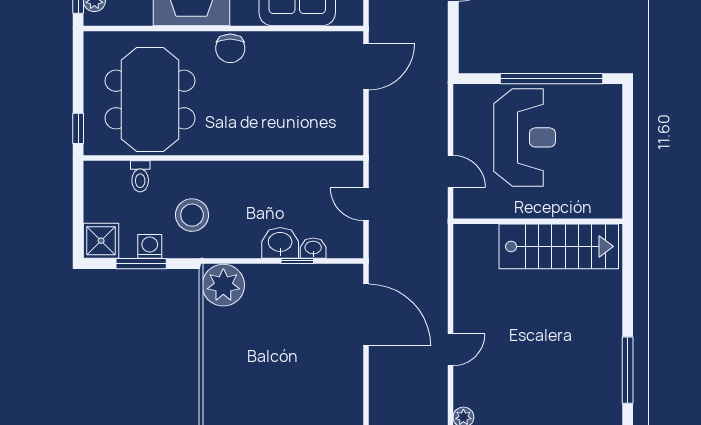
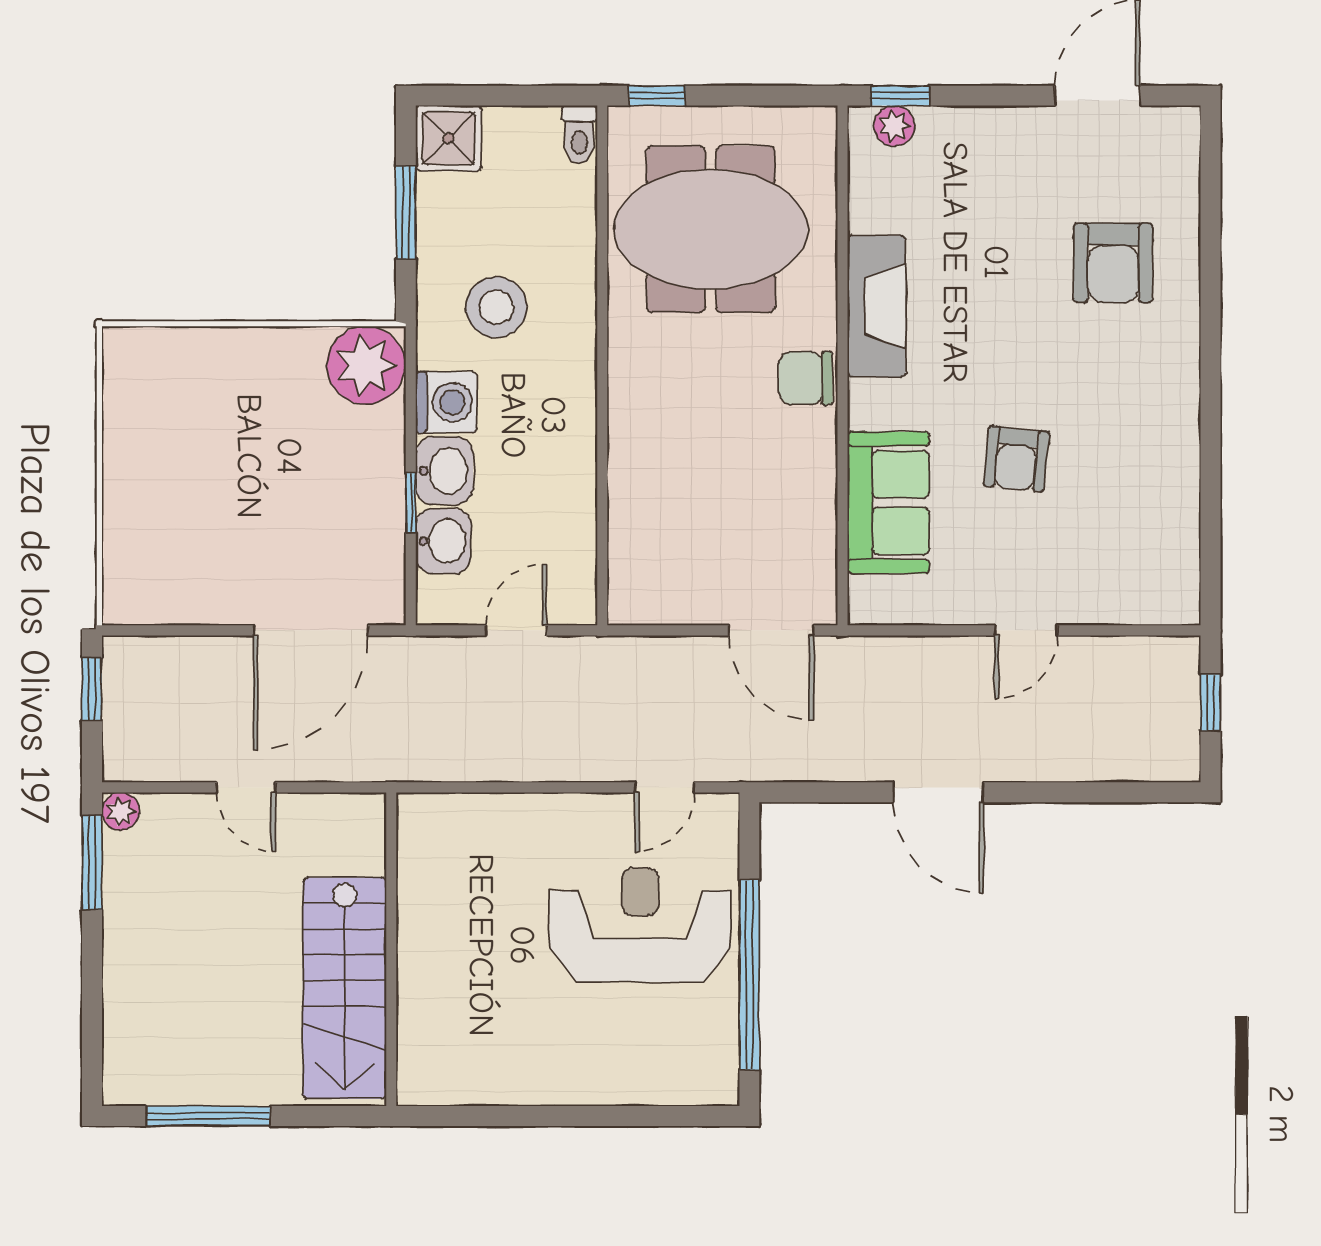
reception desk: (525, 137) -> (640, 925), turned 180
door: (451, 171) -> (665, 787), moved
toilet: (140, 176) -> (579, 135), moved, turned -90
wall: (538, 221) -> (391, 949), moved
washing machine: (150, 246) -> (446, 402), moved, width x1.38, depth x1.38
stairs: (559, 246) -> (345, 988), moved
washbasin: (313, 248) -> (443, 541), width x1.38, depth x1.45

